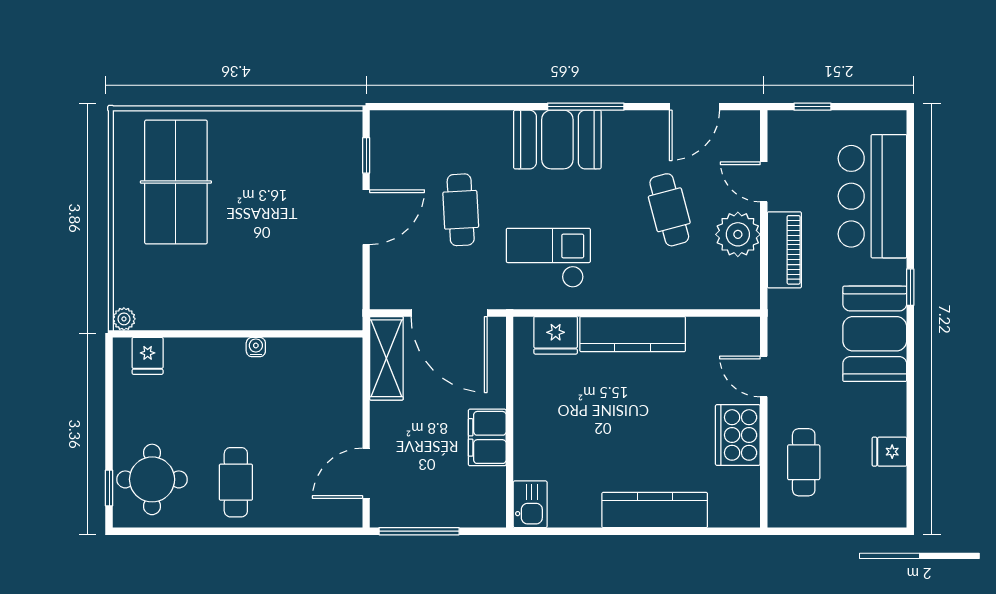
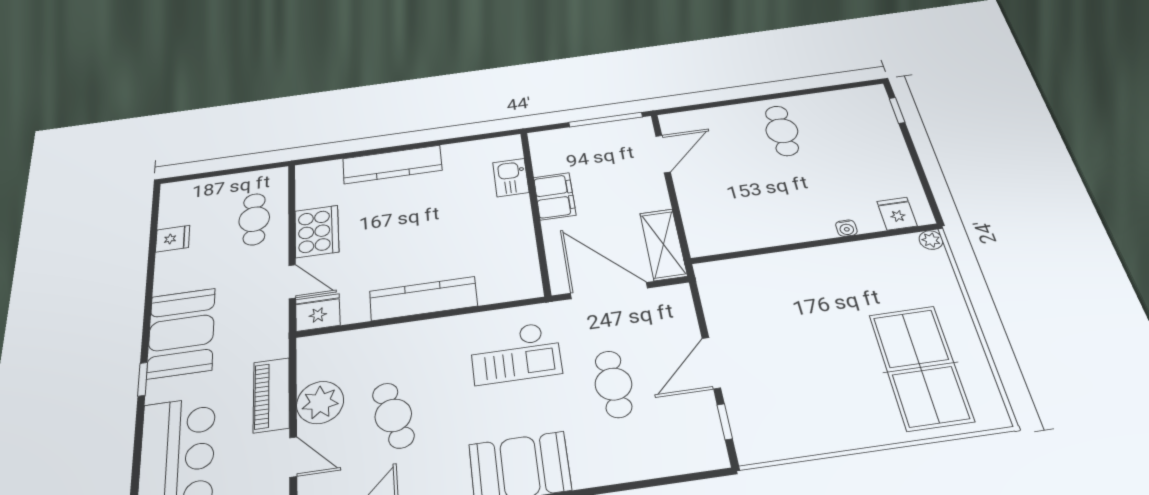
fridge: (556, 335) -> (318, 312), moved
water cooler: (256, 347) -> (846, 228), moved
round table: (152, 479) -> (860, 122), removed
kitchen sink: (530, 504) -> (511, 178), moved

